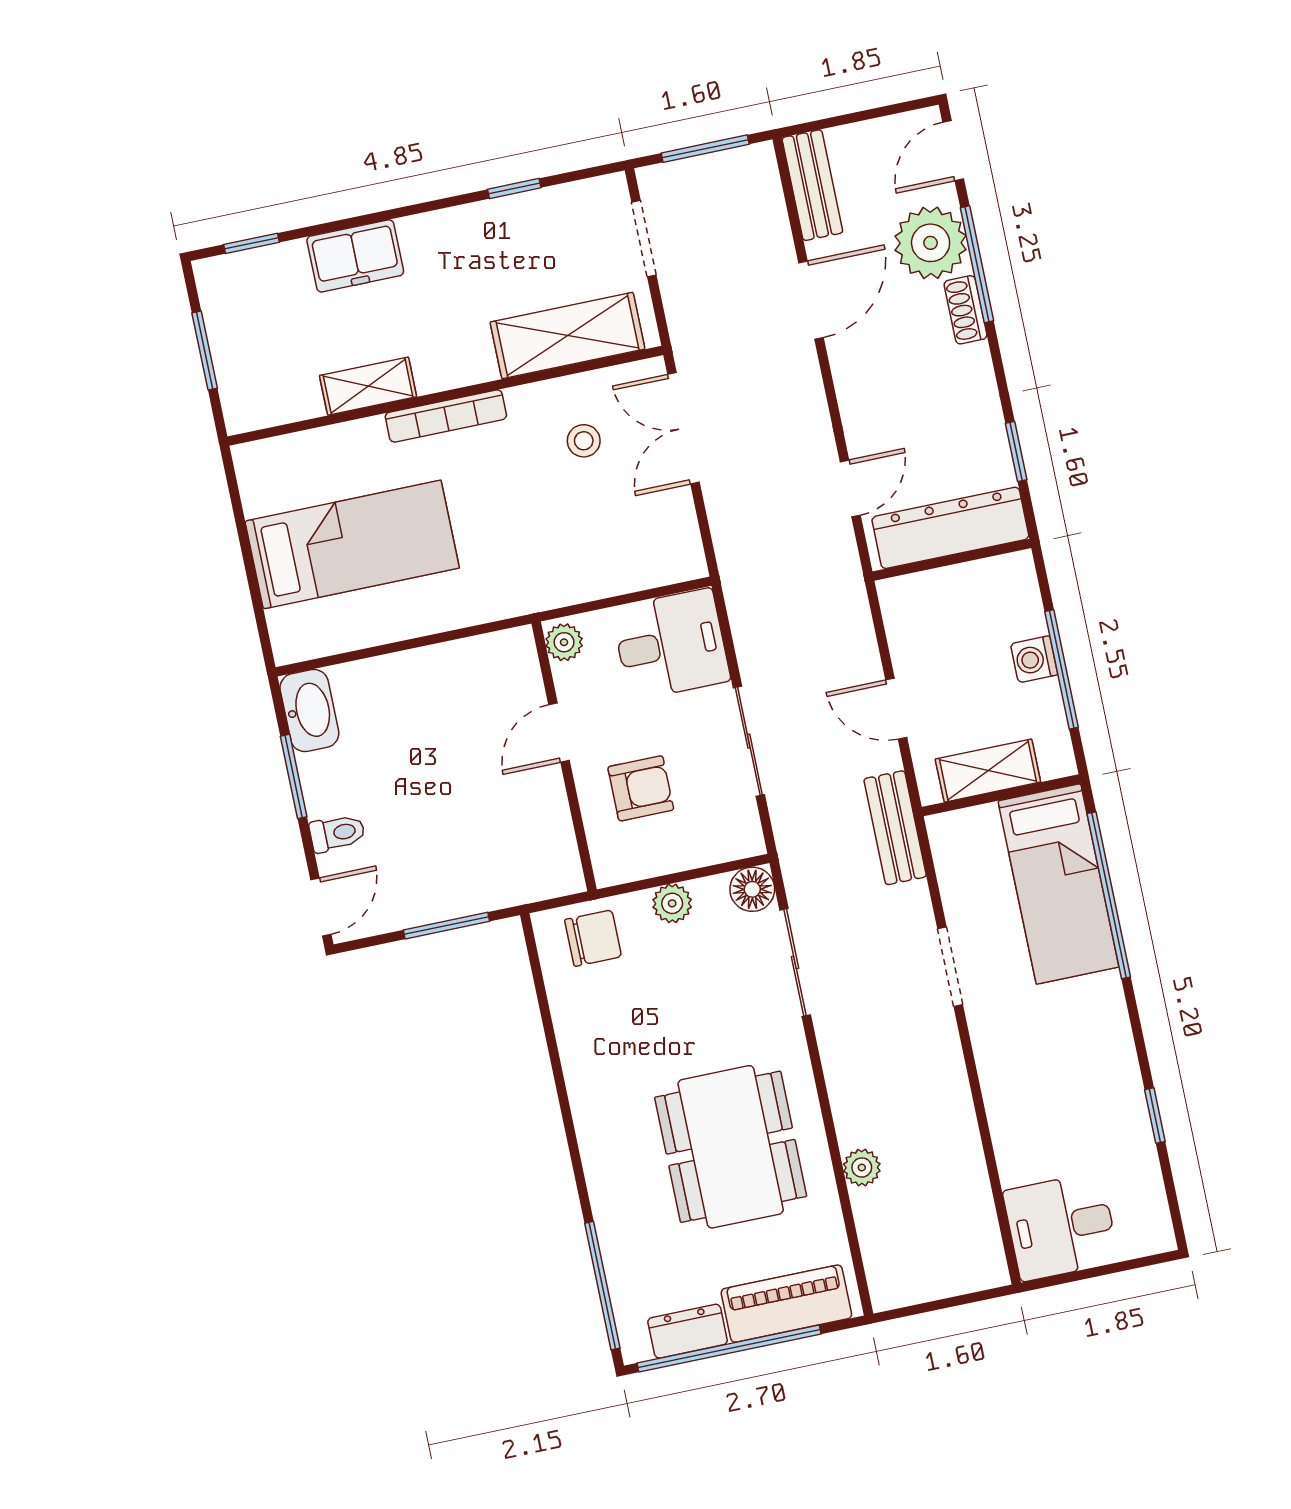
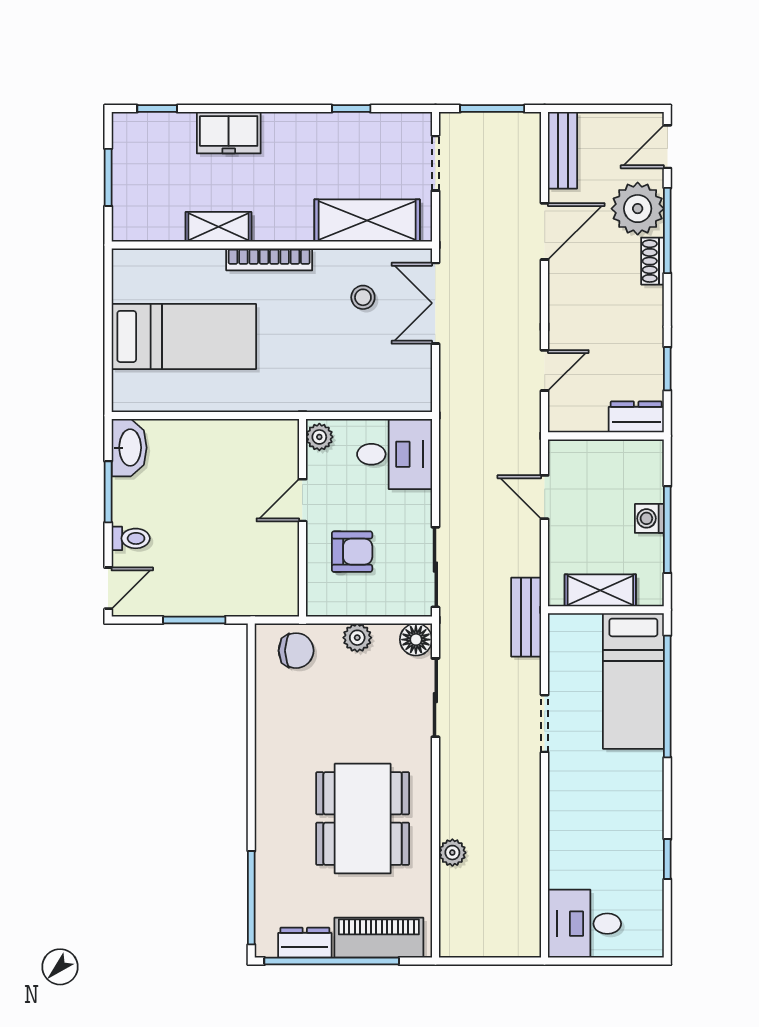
dresser: (950, 528) -> (636, 417), width x0.51, depth x0.80
door: (896, 709) -> (545, 497), moved
sliding door: (749, 741) -> (435, 567), moved

